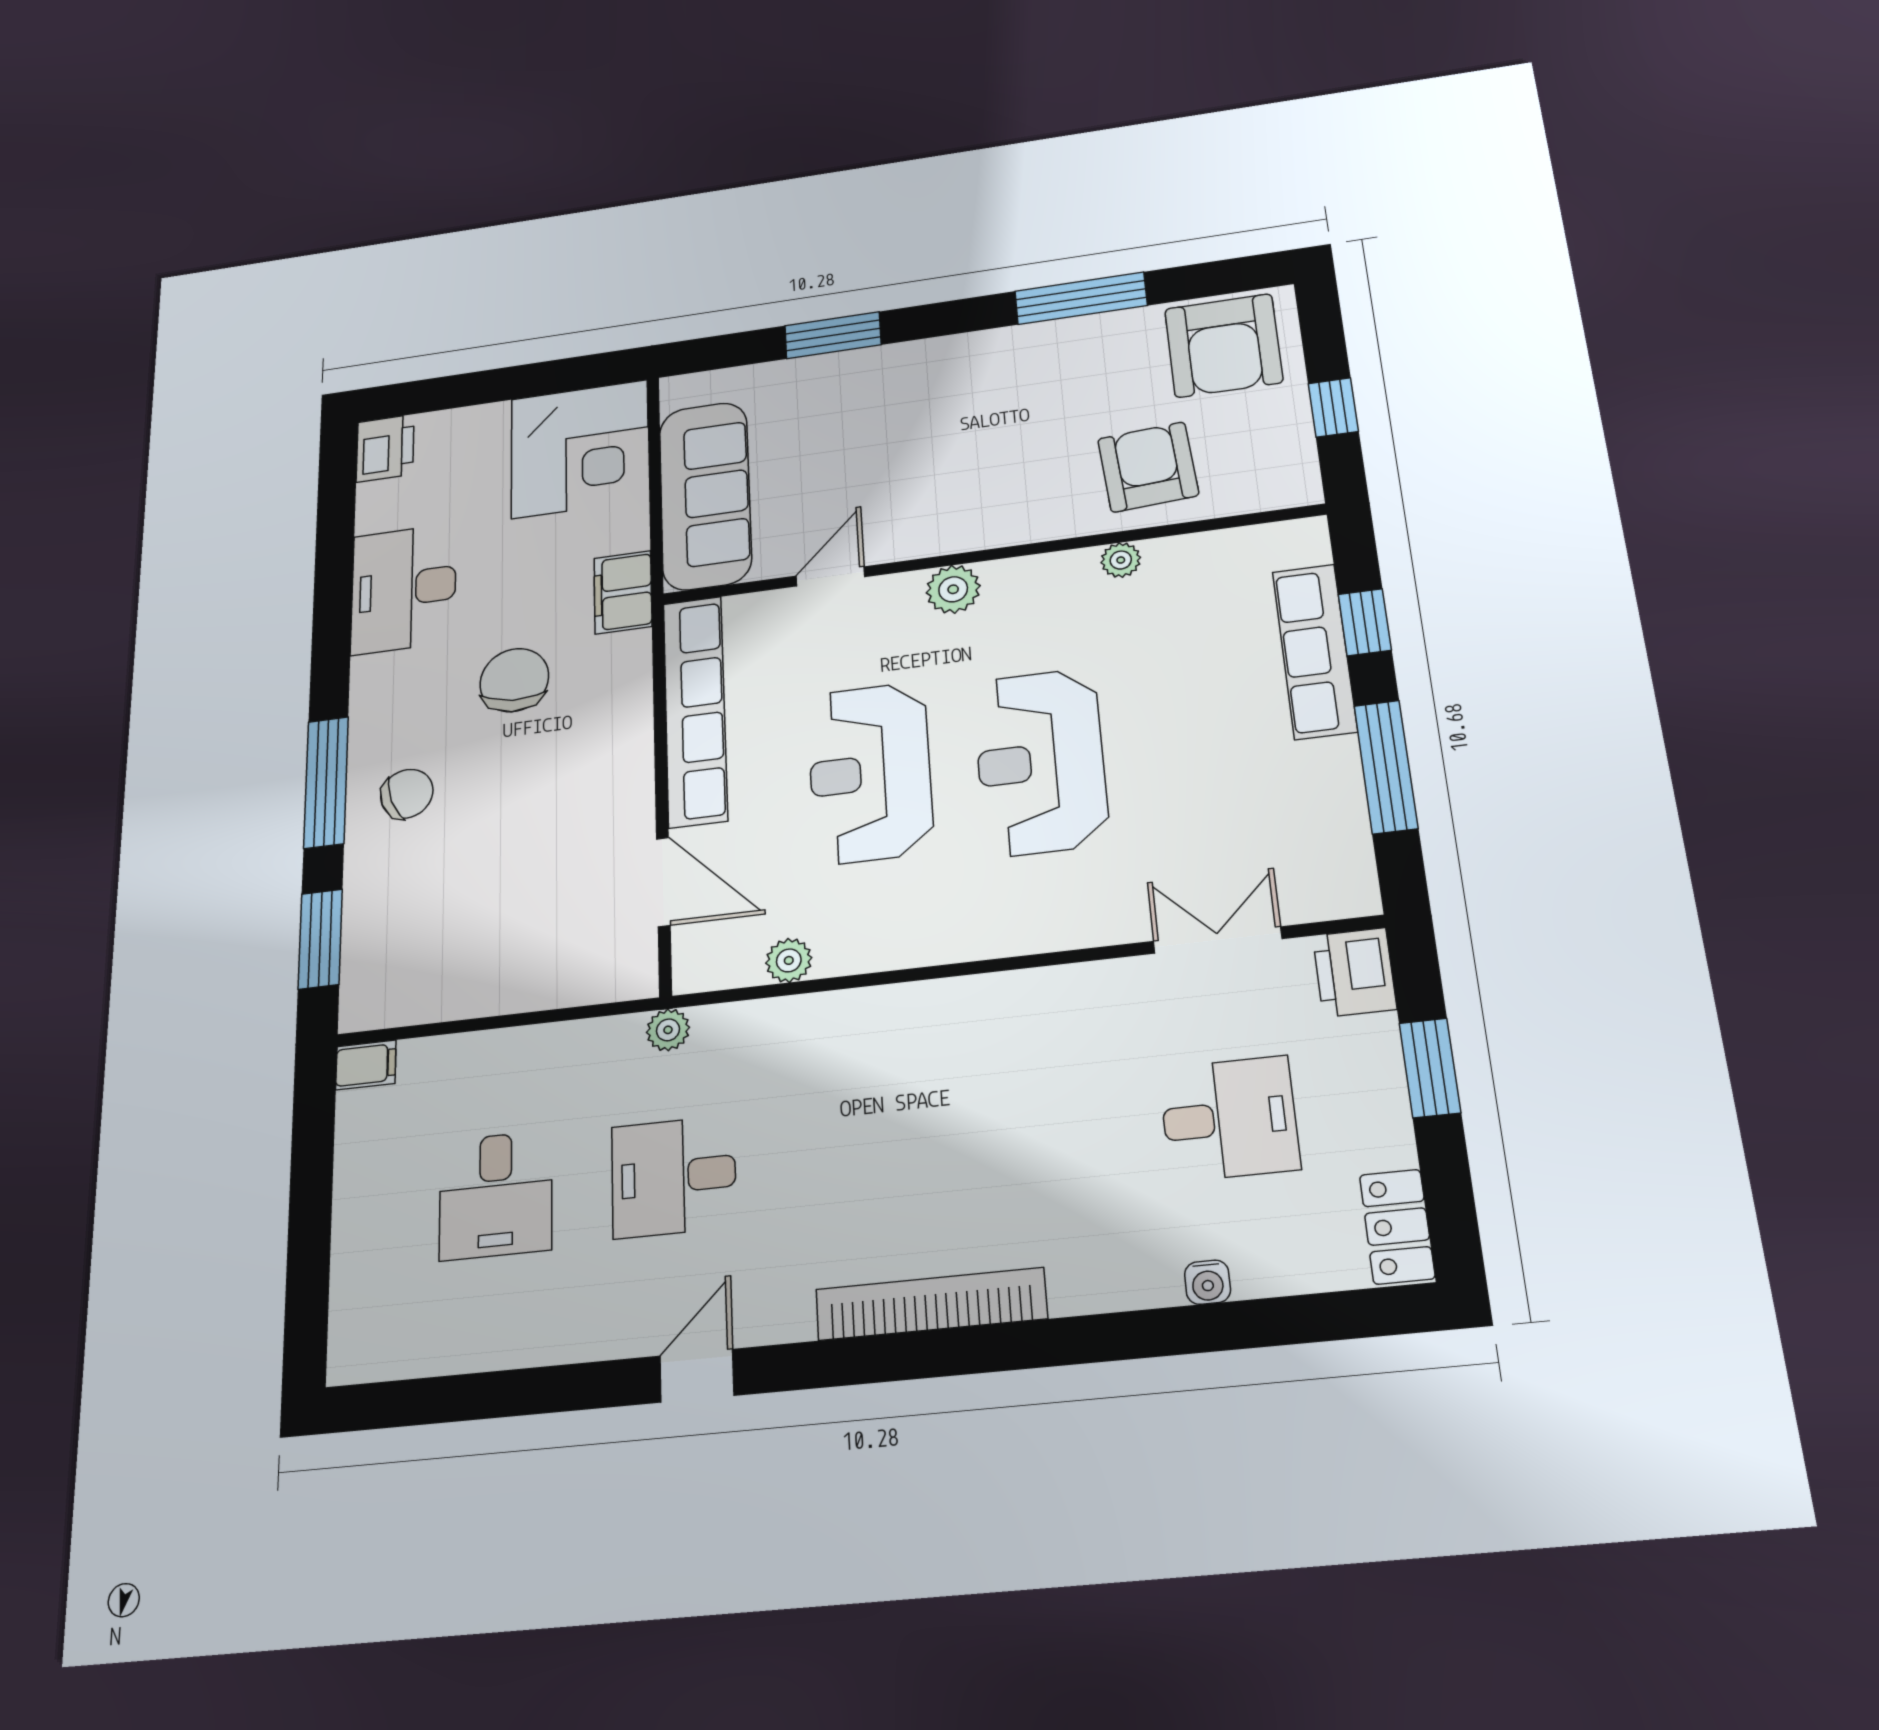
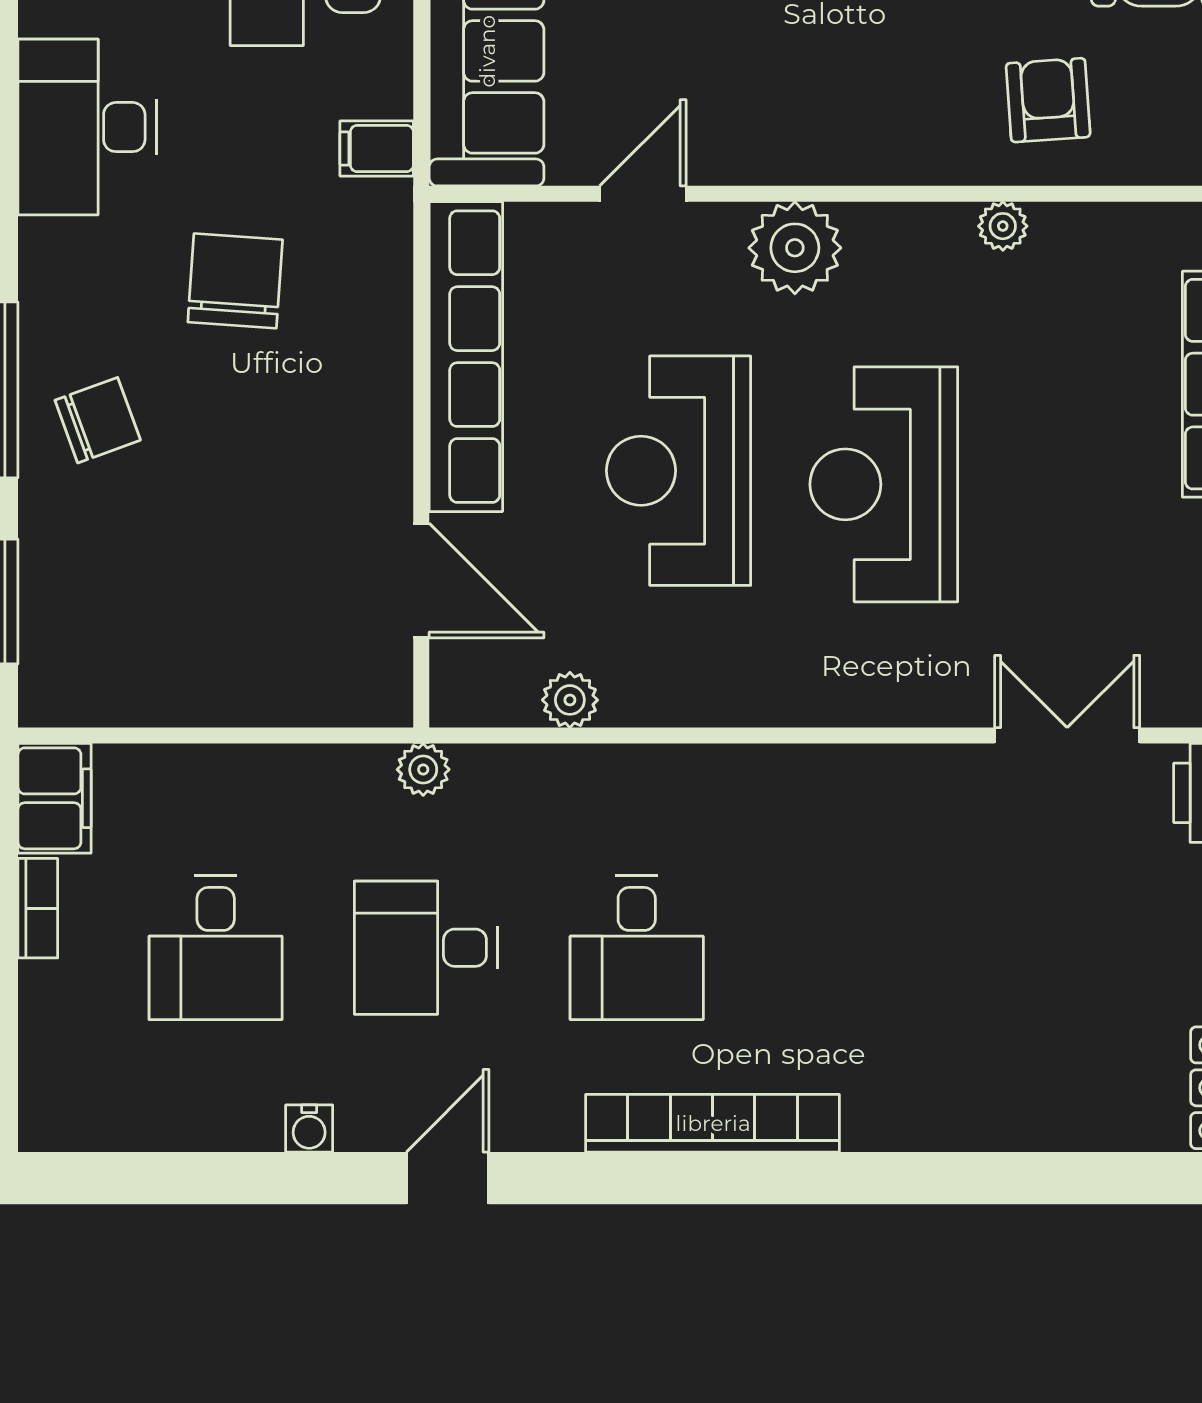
armchair: (1148, 467) -> (1048, 100), width x0.72, depth x0.72
plant: (953, 589) -> (795, 248), width x1.36, depth x1.36
filing cabinet: (623, 592) -> (377, 149), width x0.50
filing cabinet: (366, 1065) -> (55, 798), width x2.00
desk: (1229, 1119) -> (637, 948), moved, turned 90
bookcase: (349, 1178) -> (38, 908), added
water cooler: (1208, 1282) -> (309, 1129), moved

